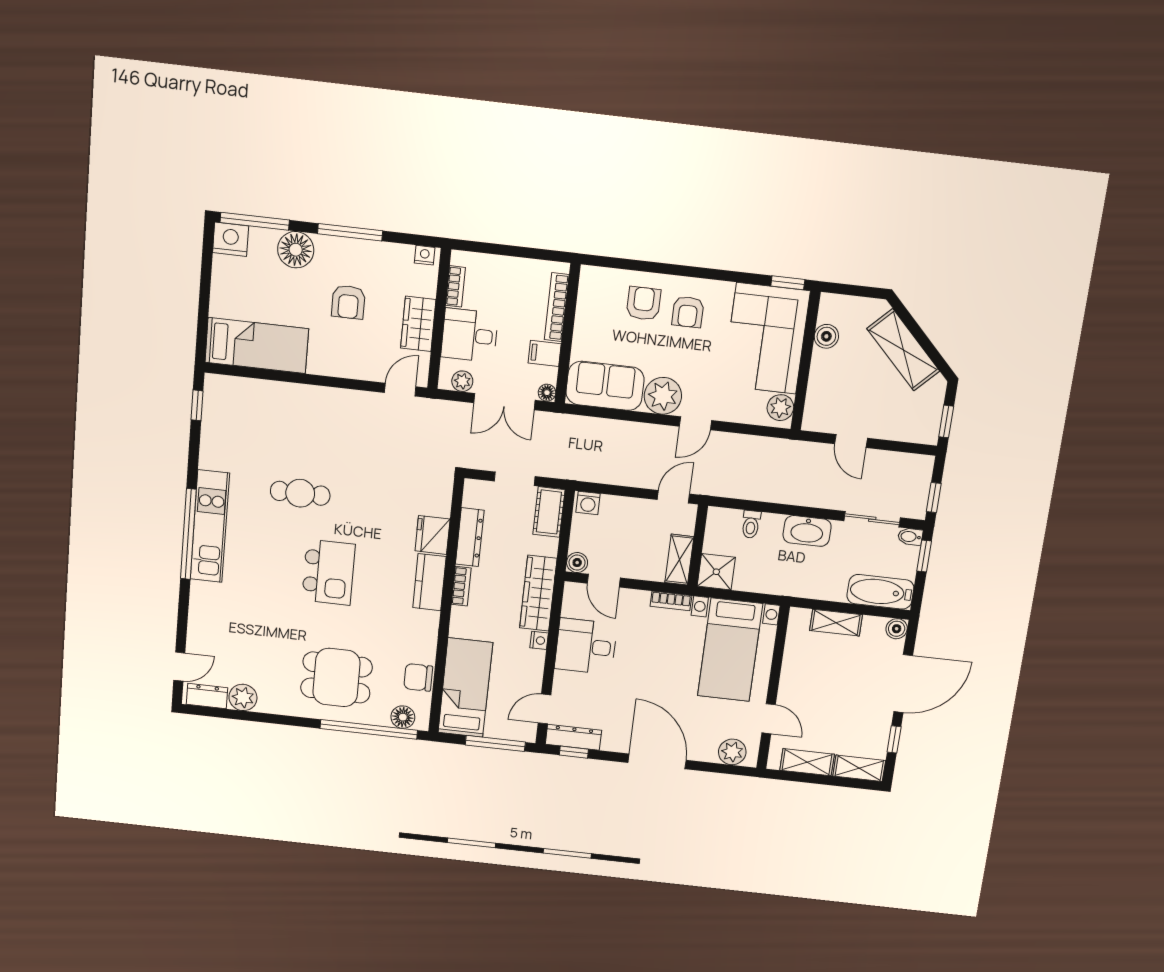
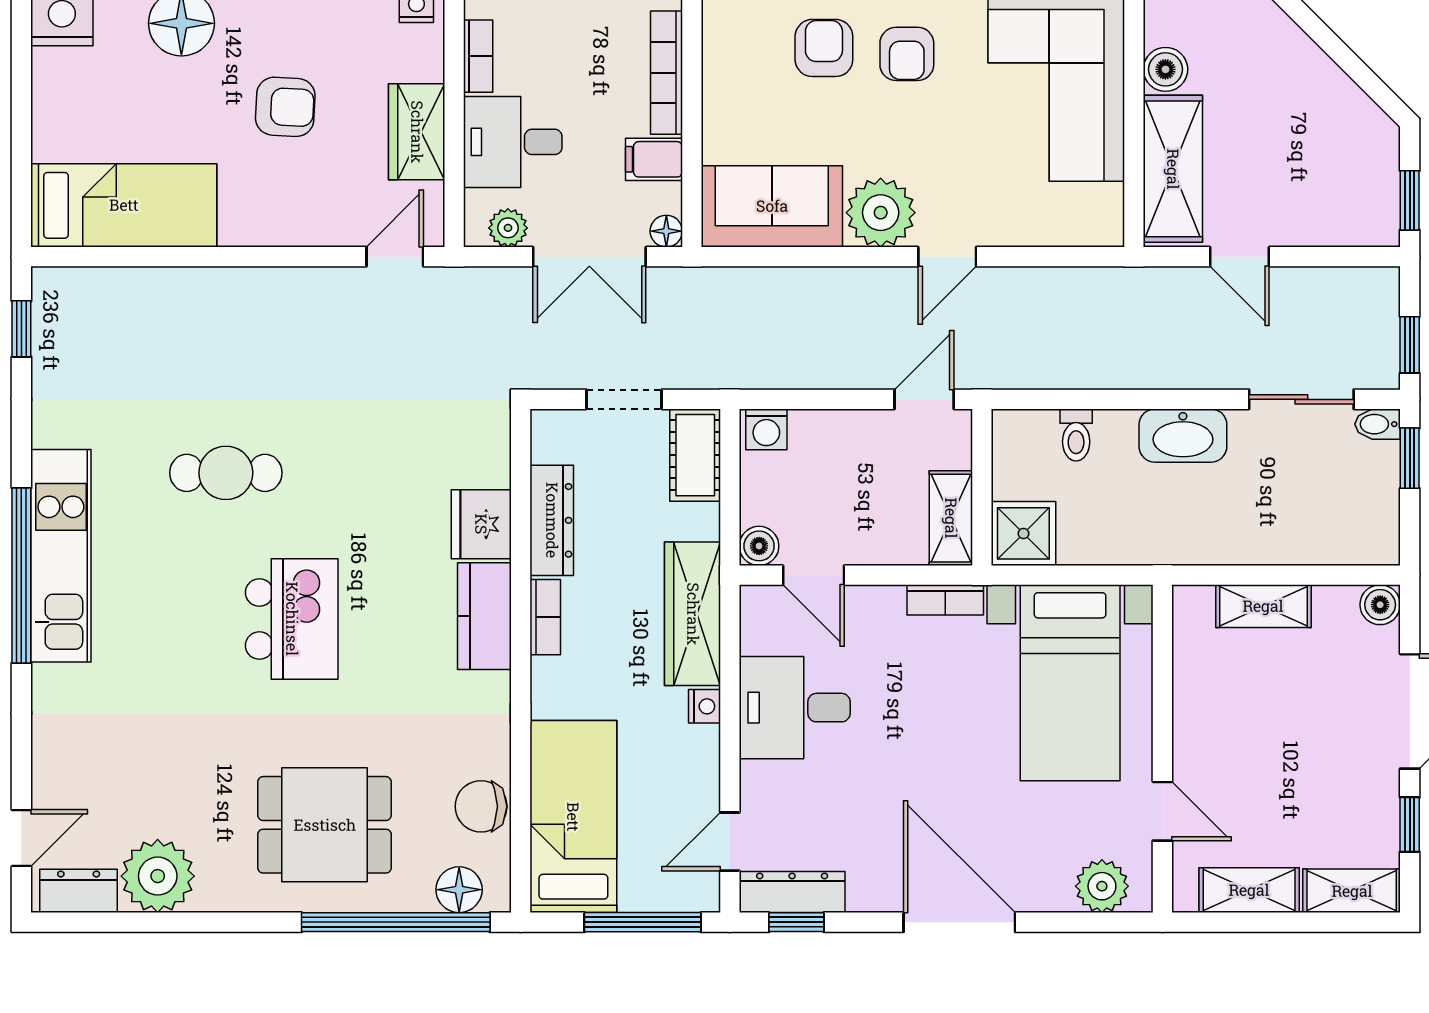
armchair: (348, 302) -> (285, 107), turned -87
shelving: (903, 350) -> (1173, 169), moved, turned 45
plant: (780, 408) -> (1100, 210), removed
bathtub: (880, 592) -> (1338, 536), removed
plant: (243, 697) -> (158, 876), width x1.36, depth x1.36

